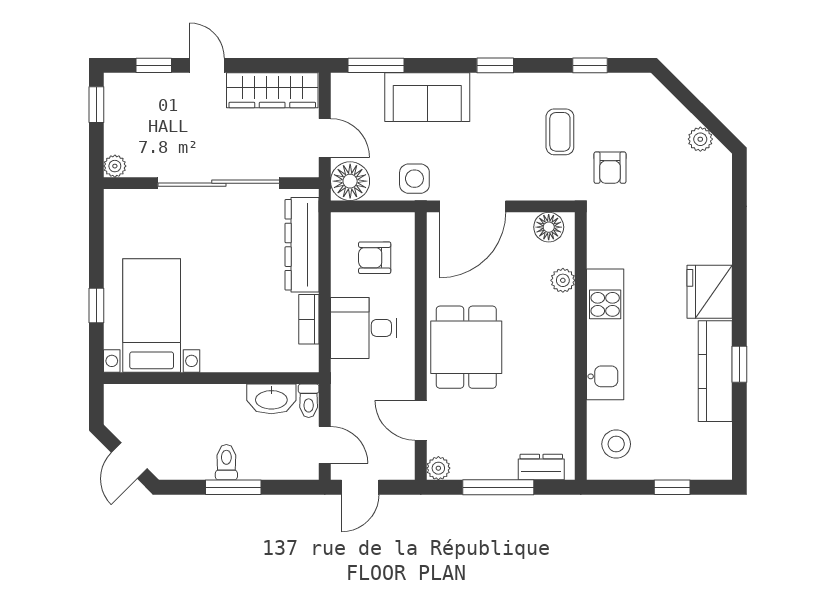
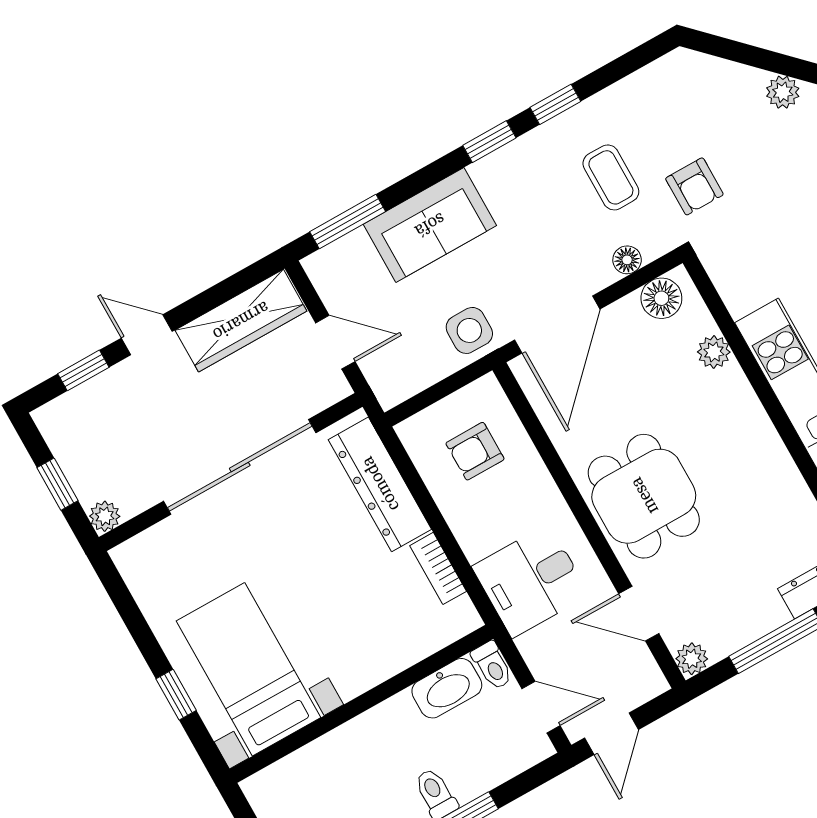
window: (590, 65) -> (555, 104), moved
window: (96, 105) -> (58, 484), moved
floor lamp: (350, 181) -> (627, 260), moved, width x0.53, depth x0.53
desk: (364, 328) -> (531, 581), moved

